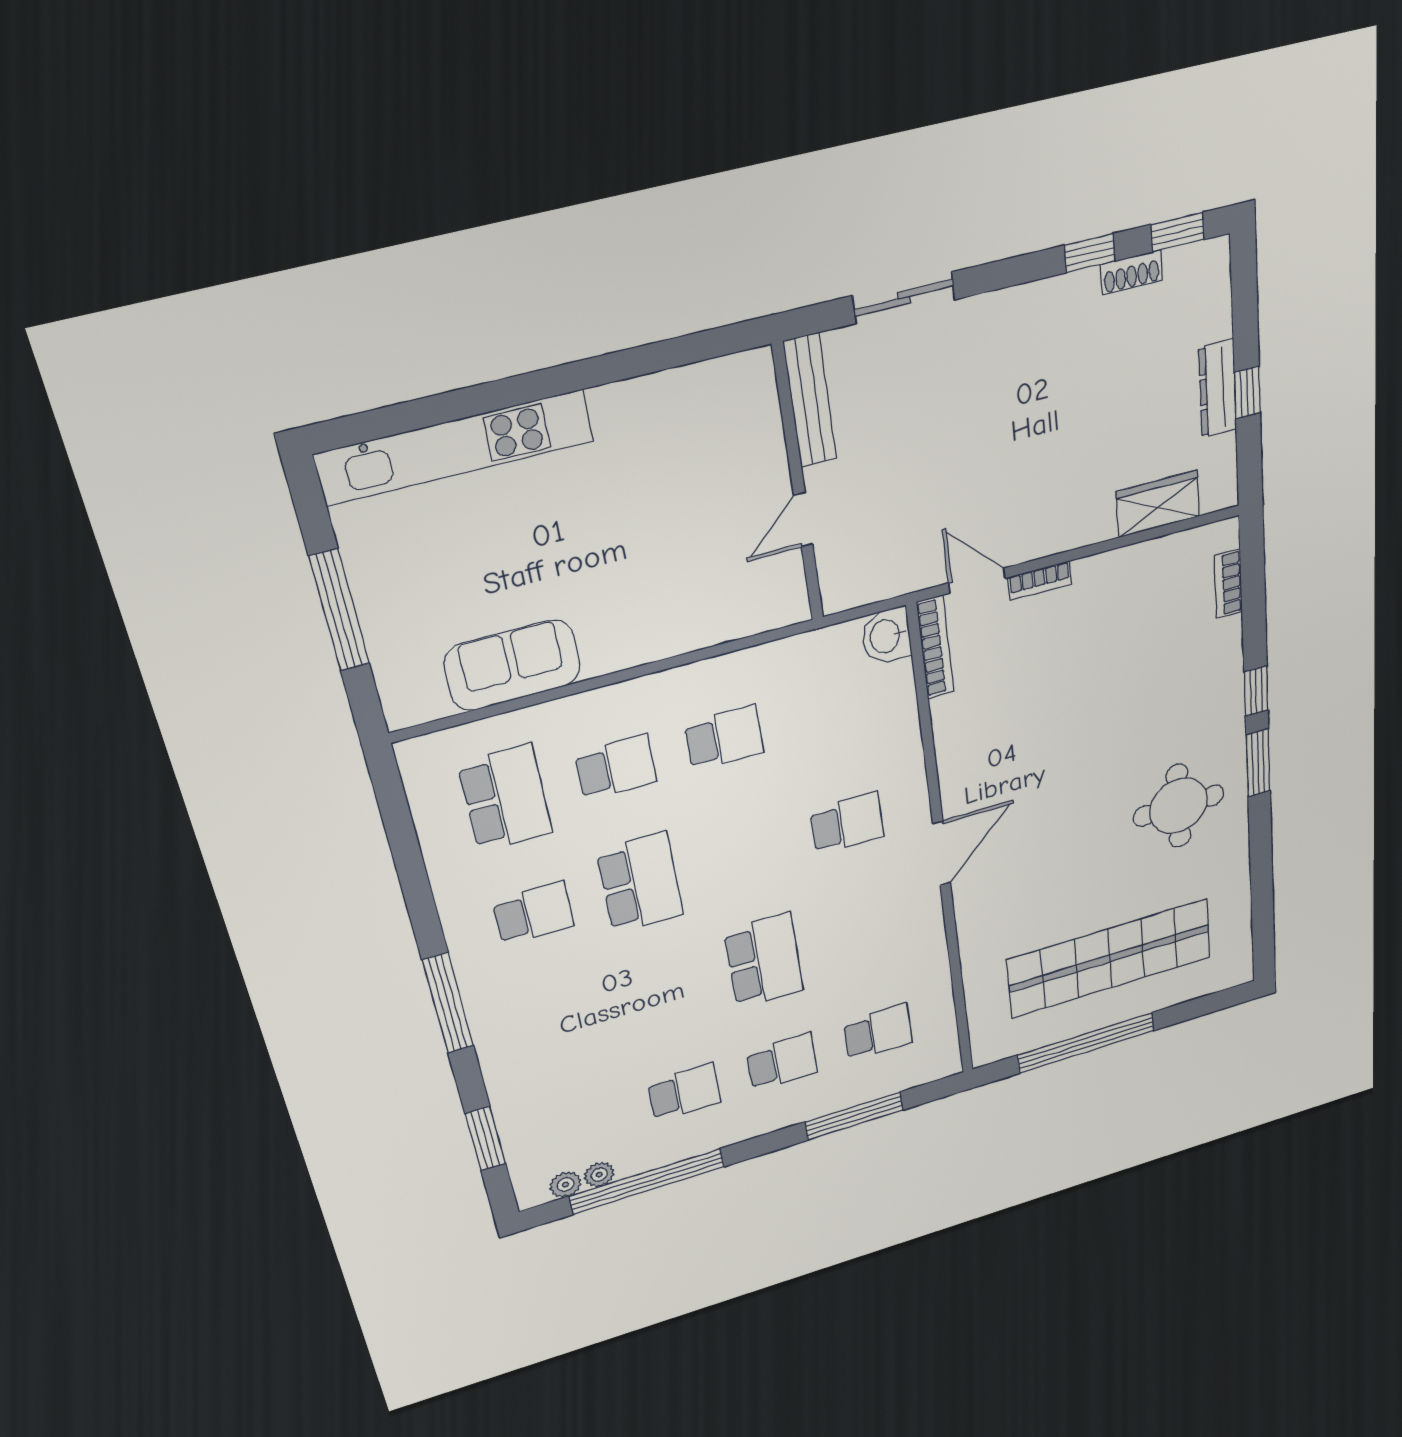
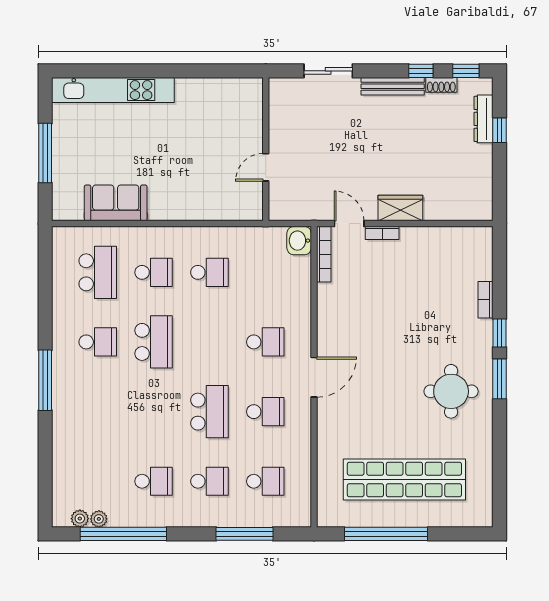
dresser: (1218, 389) -> (484, 119), moved
window: (1247, 393) -> (499, 130), moved
bench: (810, 400) -> (393, 86), moved, turned 90
wardrobe: (1158, 504) -> (400, 208), moved
bookcase: (1228, 584) -> (486, 300), moved
school desk: (863, 931) -> (265, 412), added
window: (485, 1139) -> (45, 472), removed

